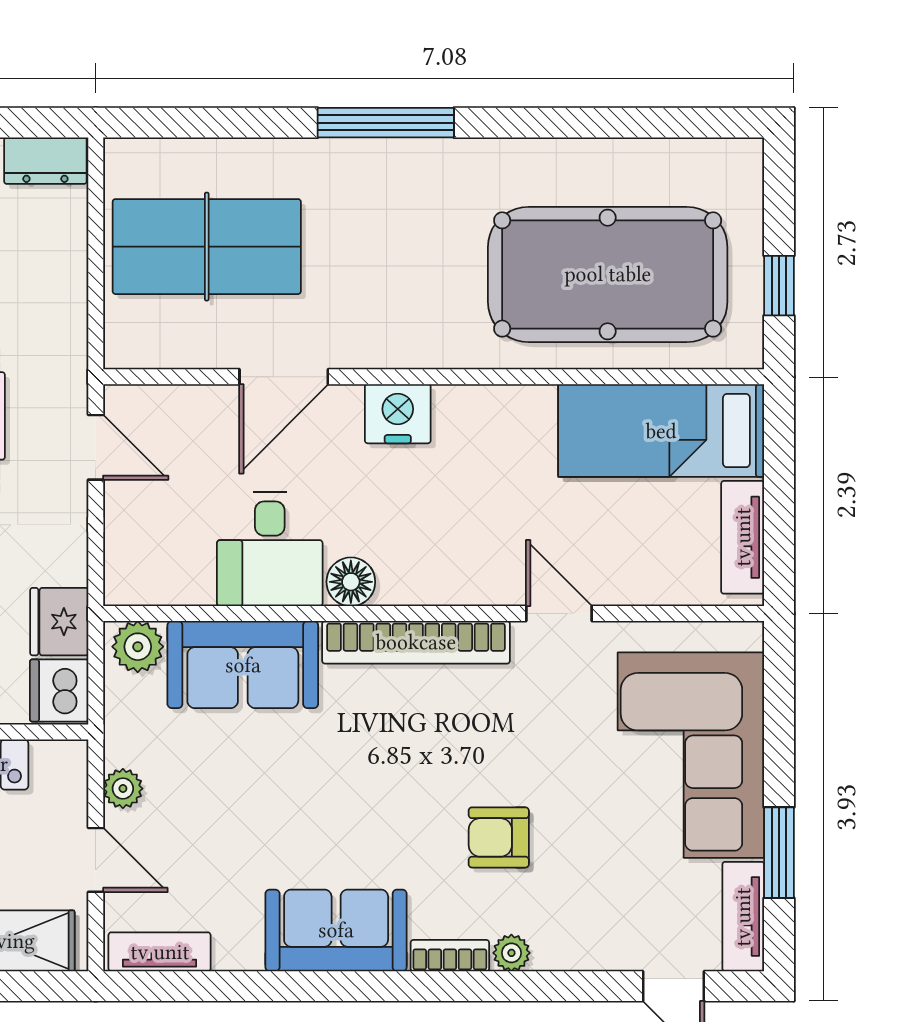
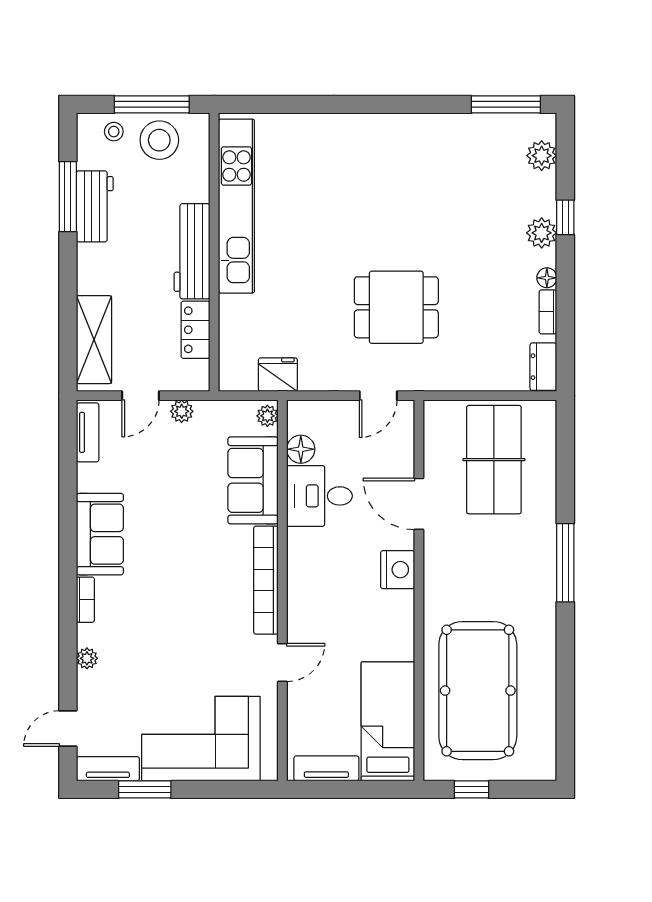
floor lamp: (351, 582) -> (301, 449), moved
plant: (138, 647) -> (267, 416), width x0.73, depth x0.73
dishwasher: (59, 691) -> (238, 375), removed
armchair: (499, 837) -> (153, 628), removed
plant: (511, 953) -> (87, 658), moved

